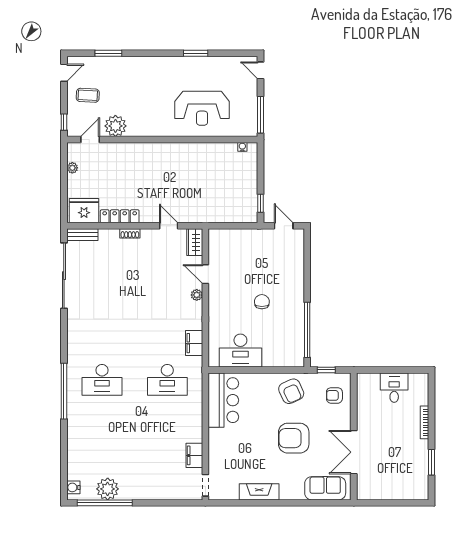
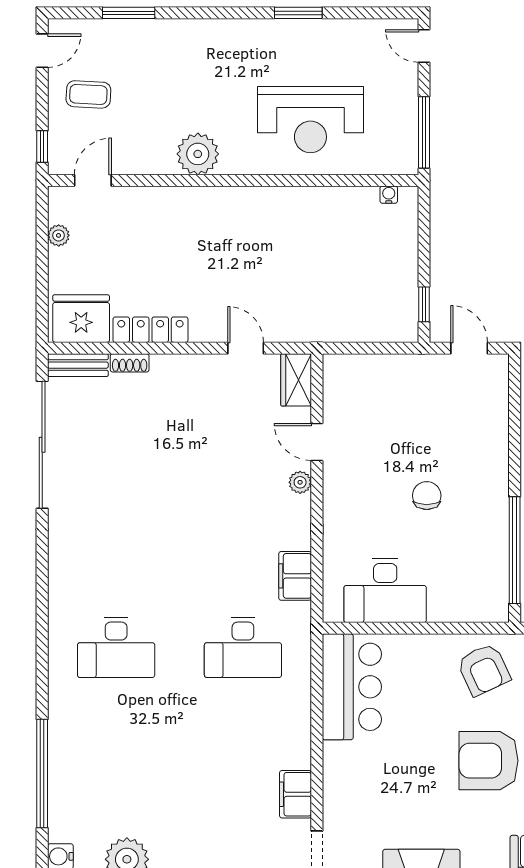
plant: (115, 126) -> (198, 154), moved
shoe rack: (130, 233) -> (130, 363), moved
window: (64, 391) -> (42, 773), moved

